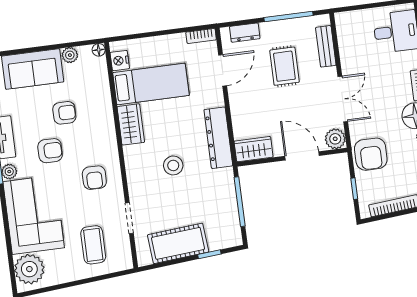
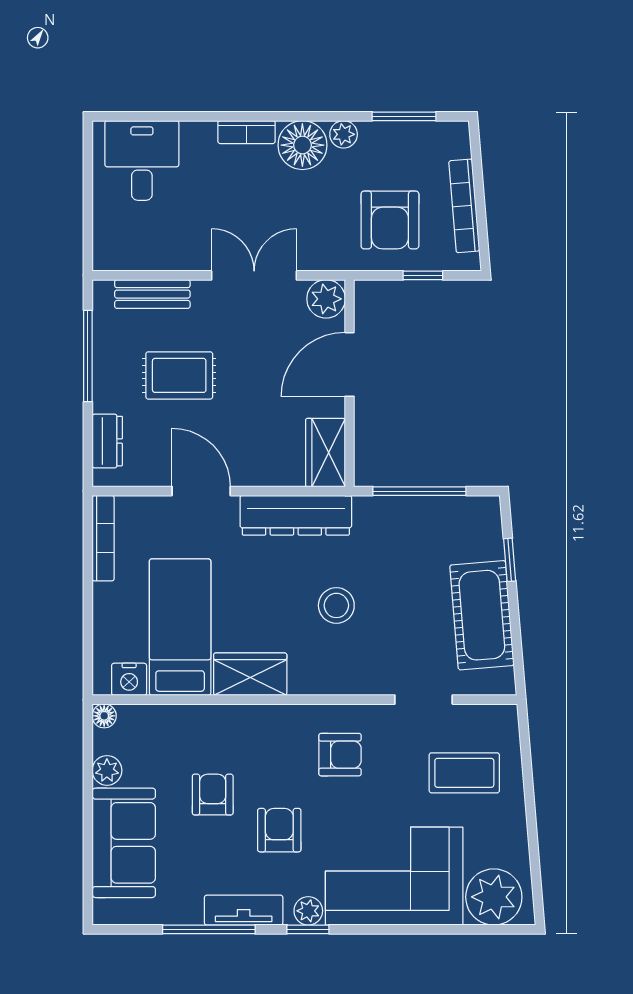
bookcase: (201, 36) -> (103, 538), width x1.56
door: (223, 70) -> (201, 491), moved
armchair: (371, 154) -> (390, 220), moved, turned 90

